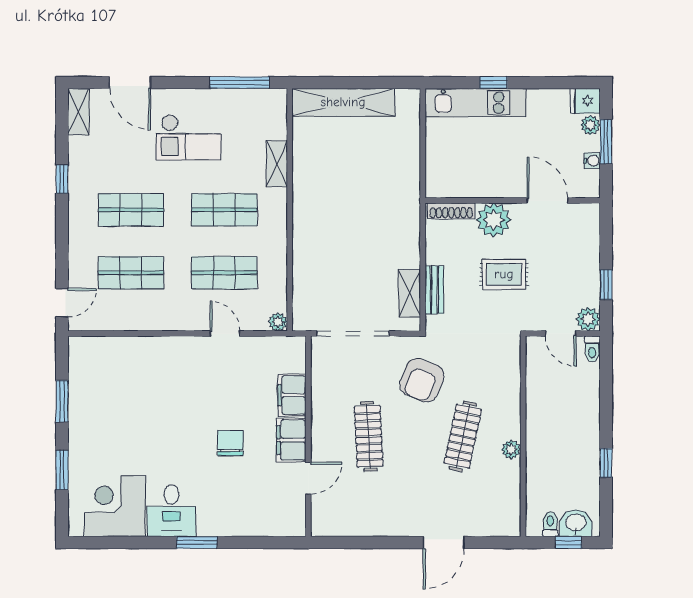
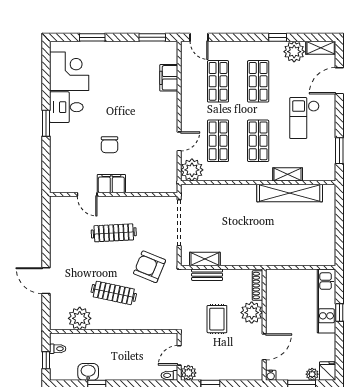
window: (239, 83) -> (339, 151), width x0.69
shelving: (343, 102) -> (290, 193), moved, turned 90
plant: (84, 153) -> (294, 52), added
water cooler: (592, 161) -> (271, 375), moved
plant: (278, 322) -> (192, 170), width x1.87, depth x1.87
filing cabinet: (292, 395) -> (169, 78), moved, turned -90
window: (62, 401) -> (152, 37), moved
chair: (230, 443) -> (110, 145), turned 90
plant: (511, 449) -> (80, 318), moved, width x1.87, depth x1.87
washbasin: (576, 523) -> (88, 372), moved, turned -90

